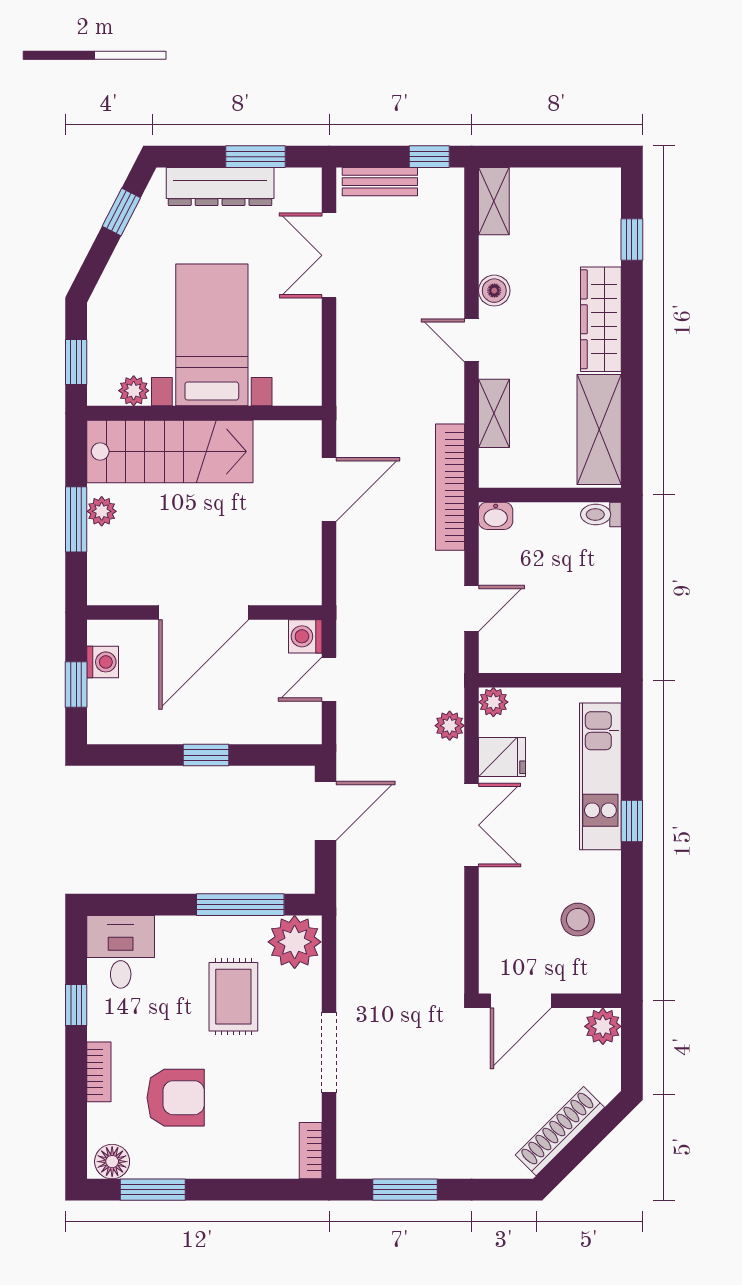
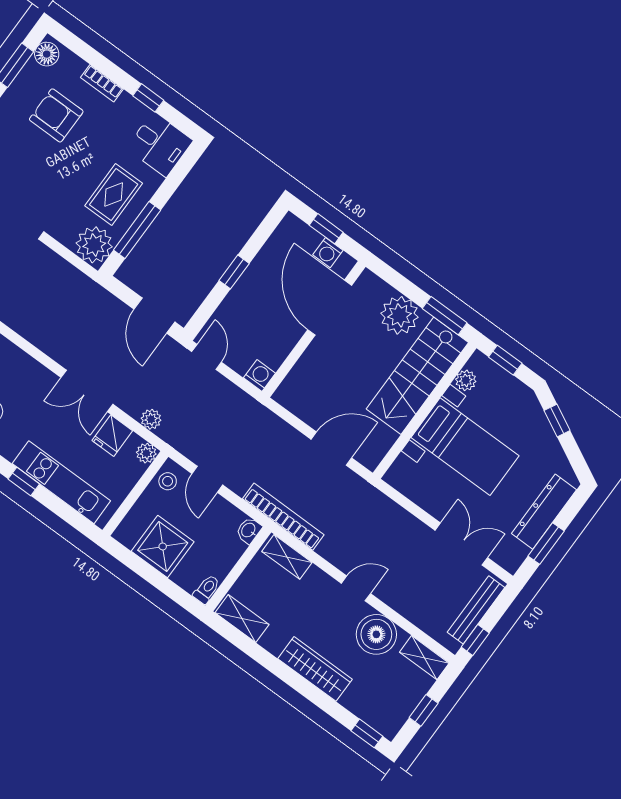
window: (556, 157) -> (424, 710), added
bench: (380, 182) -> (476, 610), width x1.36
window: (121, 212) -> (557, 420), moved
window: (632, 240) -> (367, 733), moved
boiler: (494, 291) -> (376, 634), width x1.86, depth x1.86
shelving: (494, 413) -> (287, 557), moved
shelving: (599, 430) -> (242, 619), width x0.67, depth x0.75
door: (329, 489) -> (331, 449), swing flipped
plant: (102, 511) -> (400, 315), width x1.87, depth x1.87
window: (76, 519) -> (445, 316), moved
shower: (589, 603) -> (163, 546), added
door: (204, 613) -> (330, 308), moved
stool: (508, 653) -> (168, 481), added
door: (329, 679) -> (207, 357), moved
rug: (233, 997) -> (114, 194), moved, turned 90
armchair: (176, 1098) -> (56, 115), turned 90

